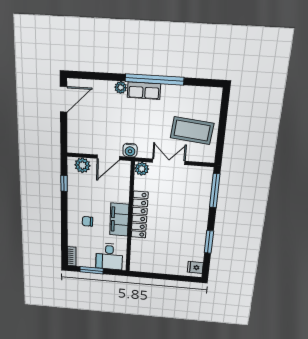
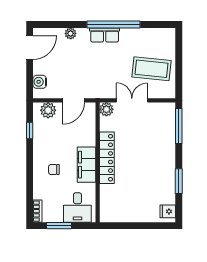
plant: (121, 87) -> (71, 33), moved
water cooler: (130, 150) -> (40, 82), moved, turned 90

